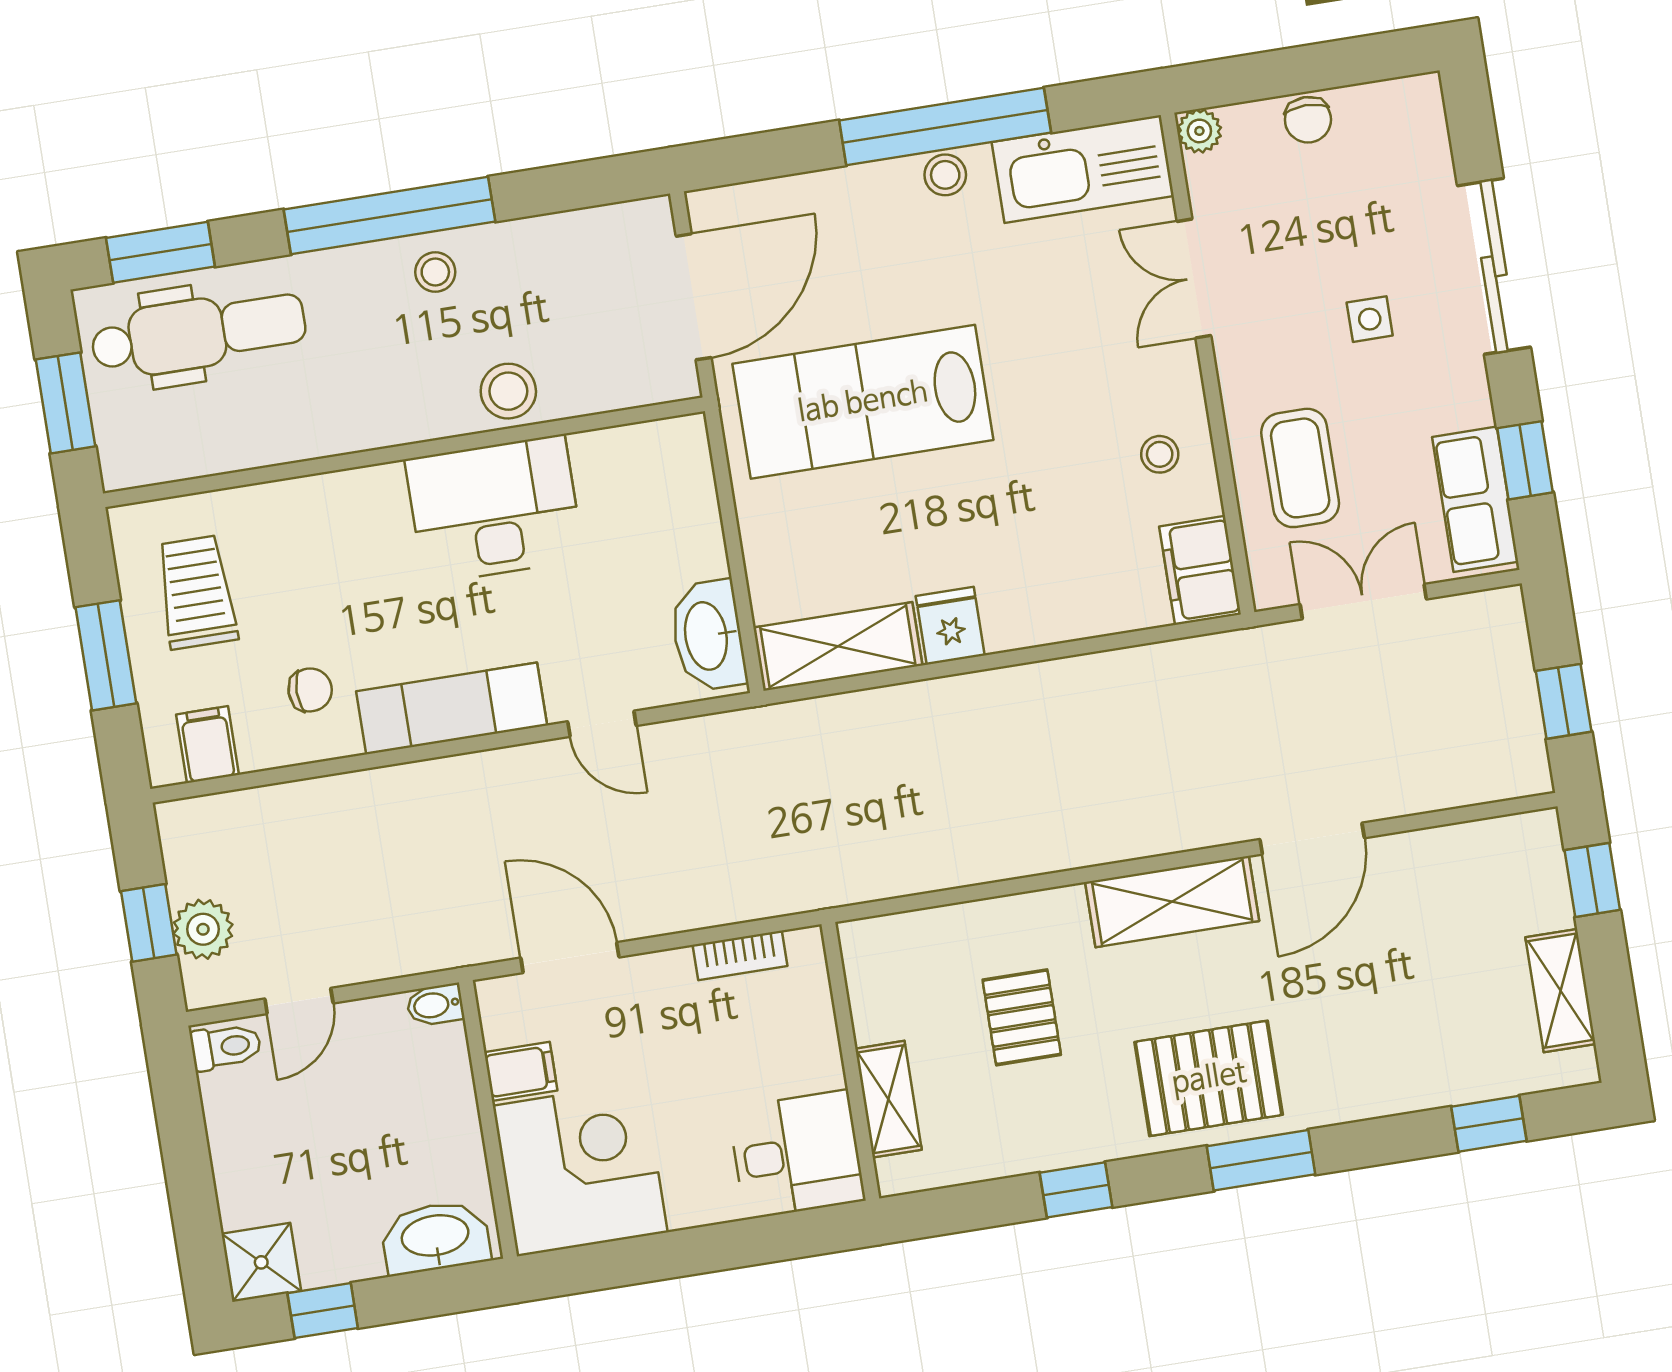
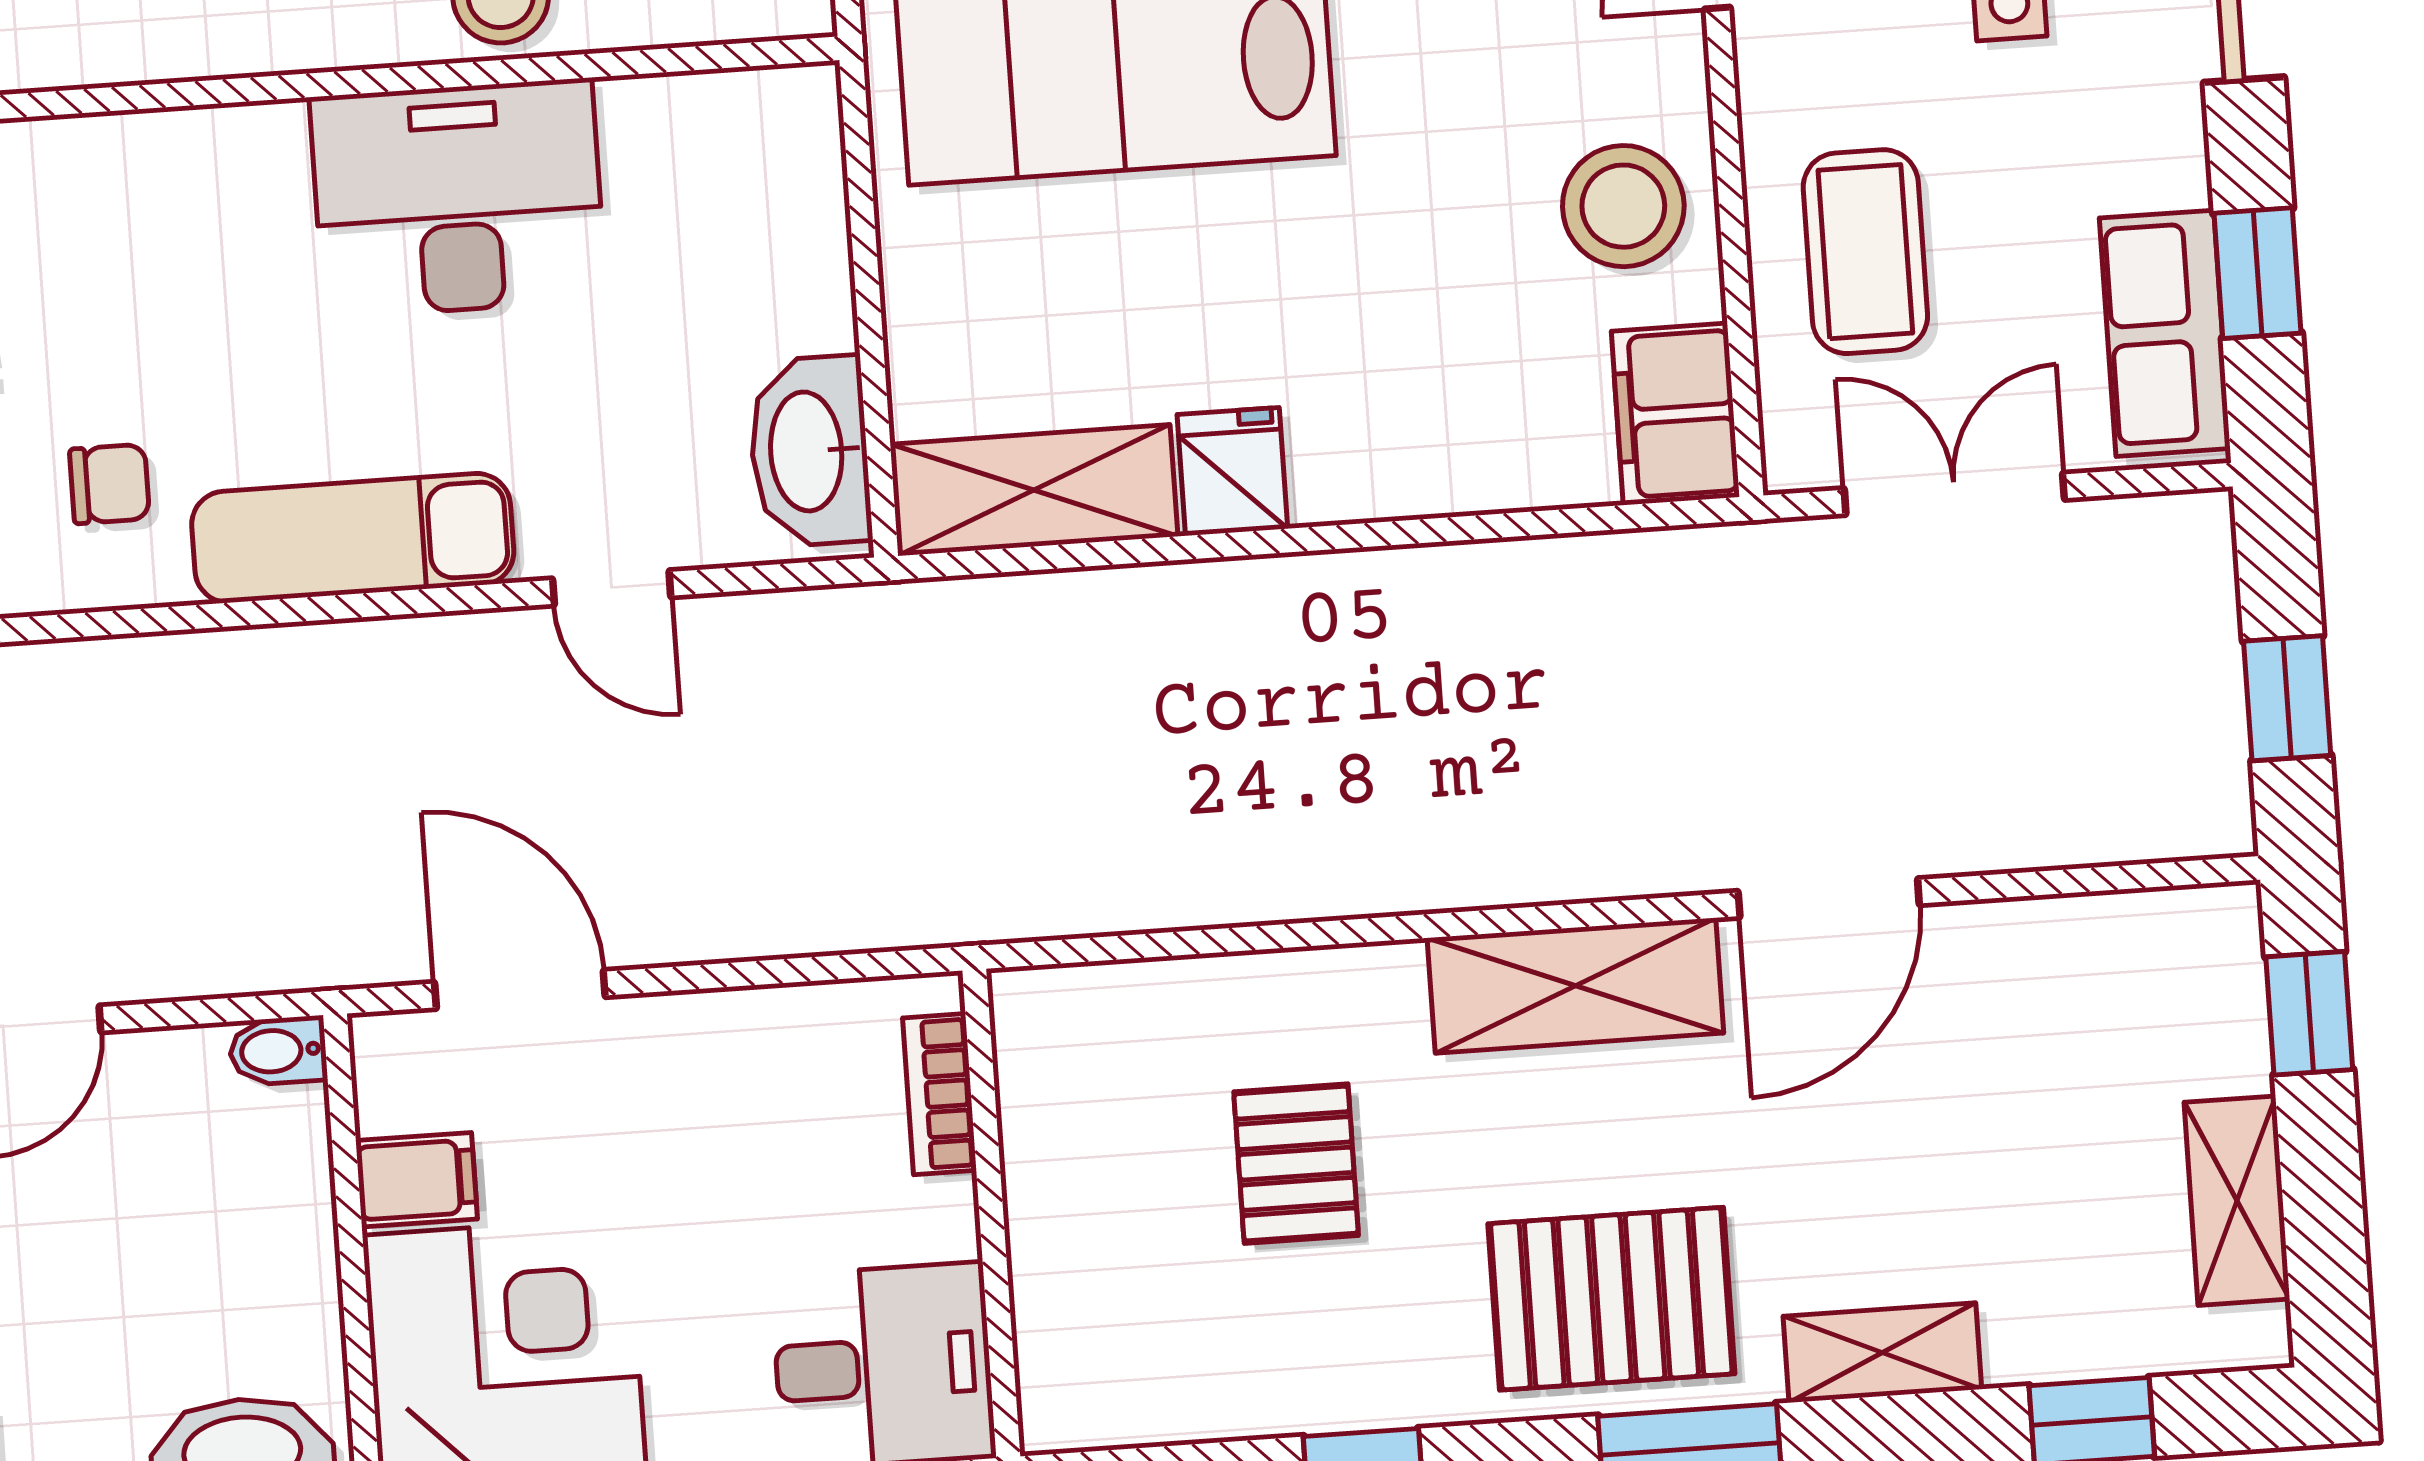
stool: (1160, 454) -> (1623, 206), width x1.89, depth x1.89
bookcase: (740, 955) -> (939, 1094), moved, turned 90
shelving: (888, 1099) -> (1882, 1353), moved, turned 90

